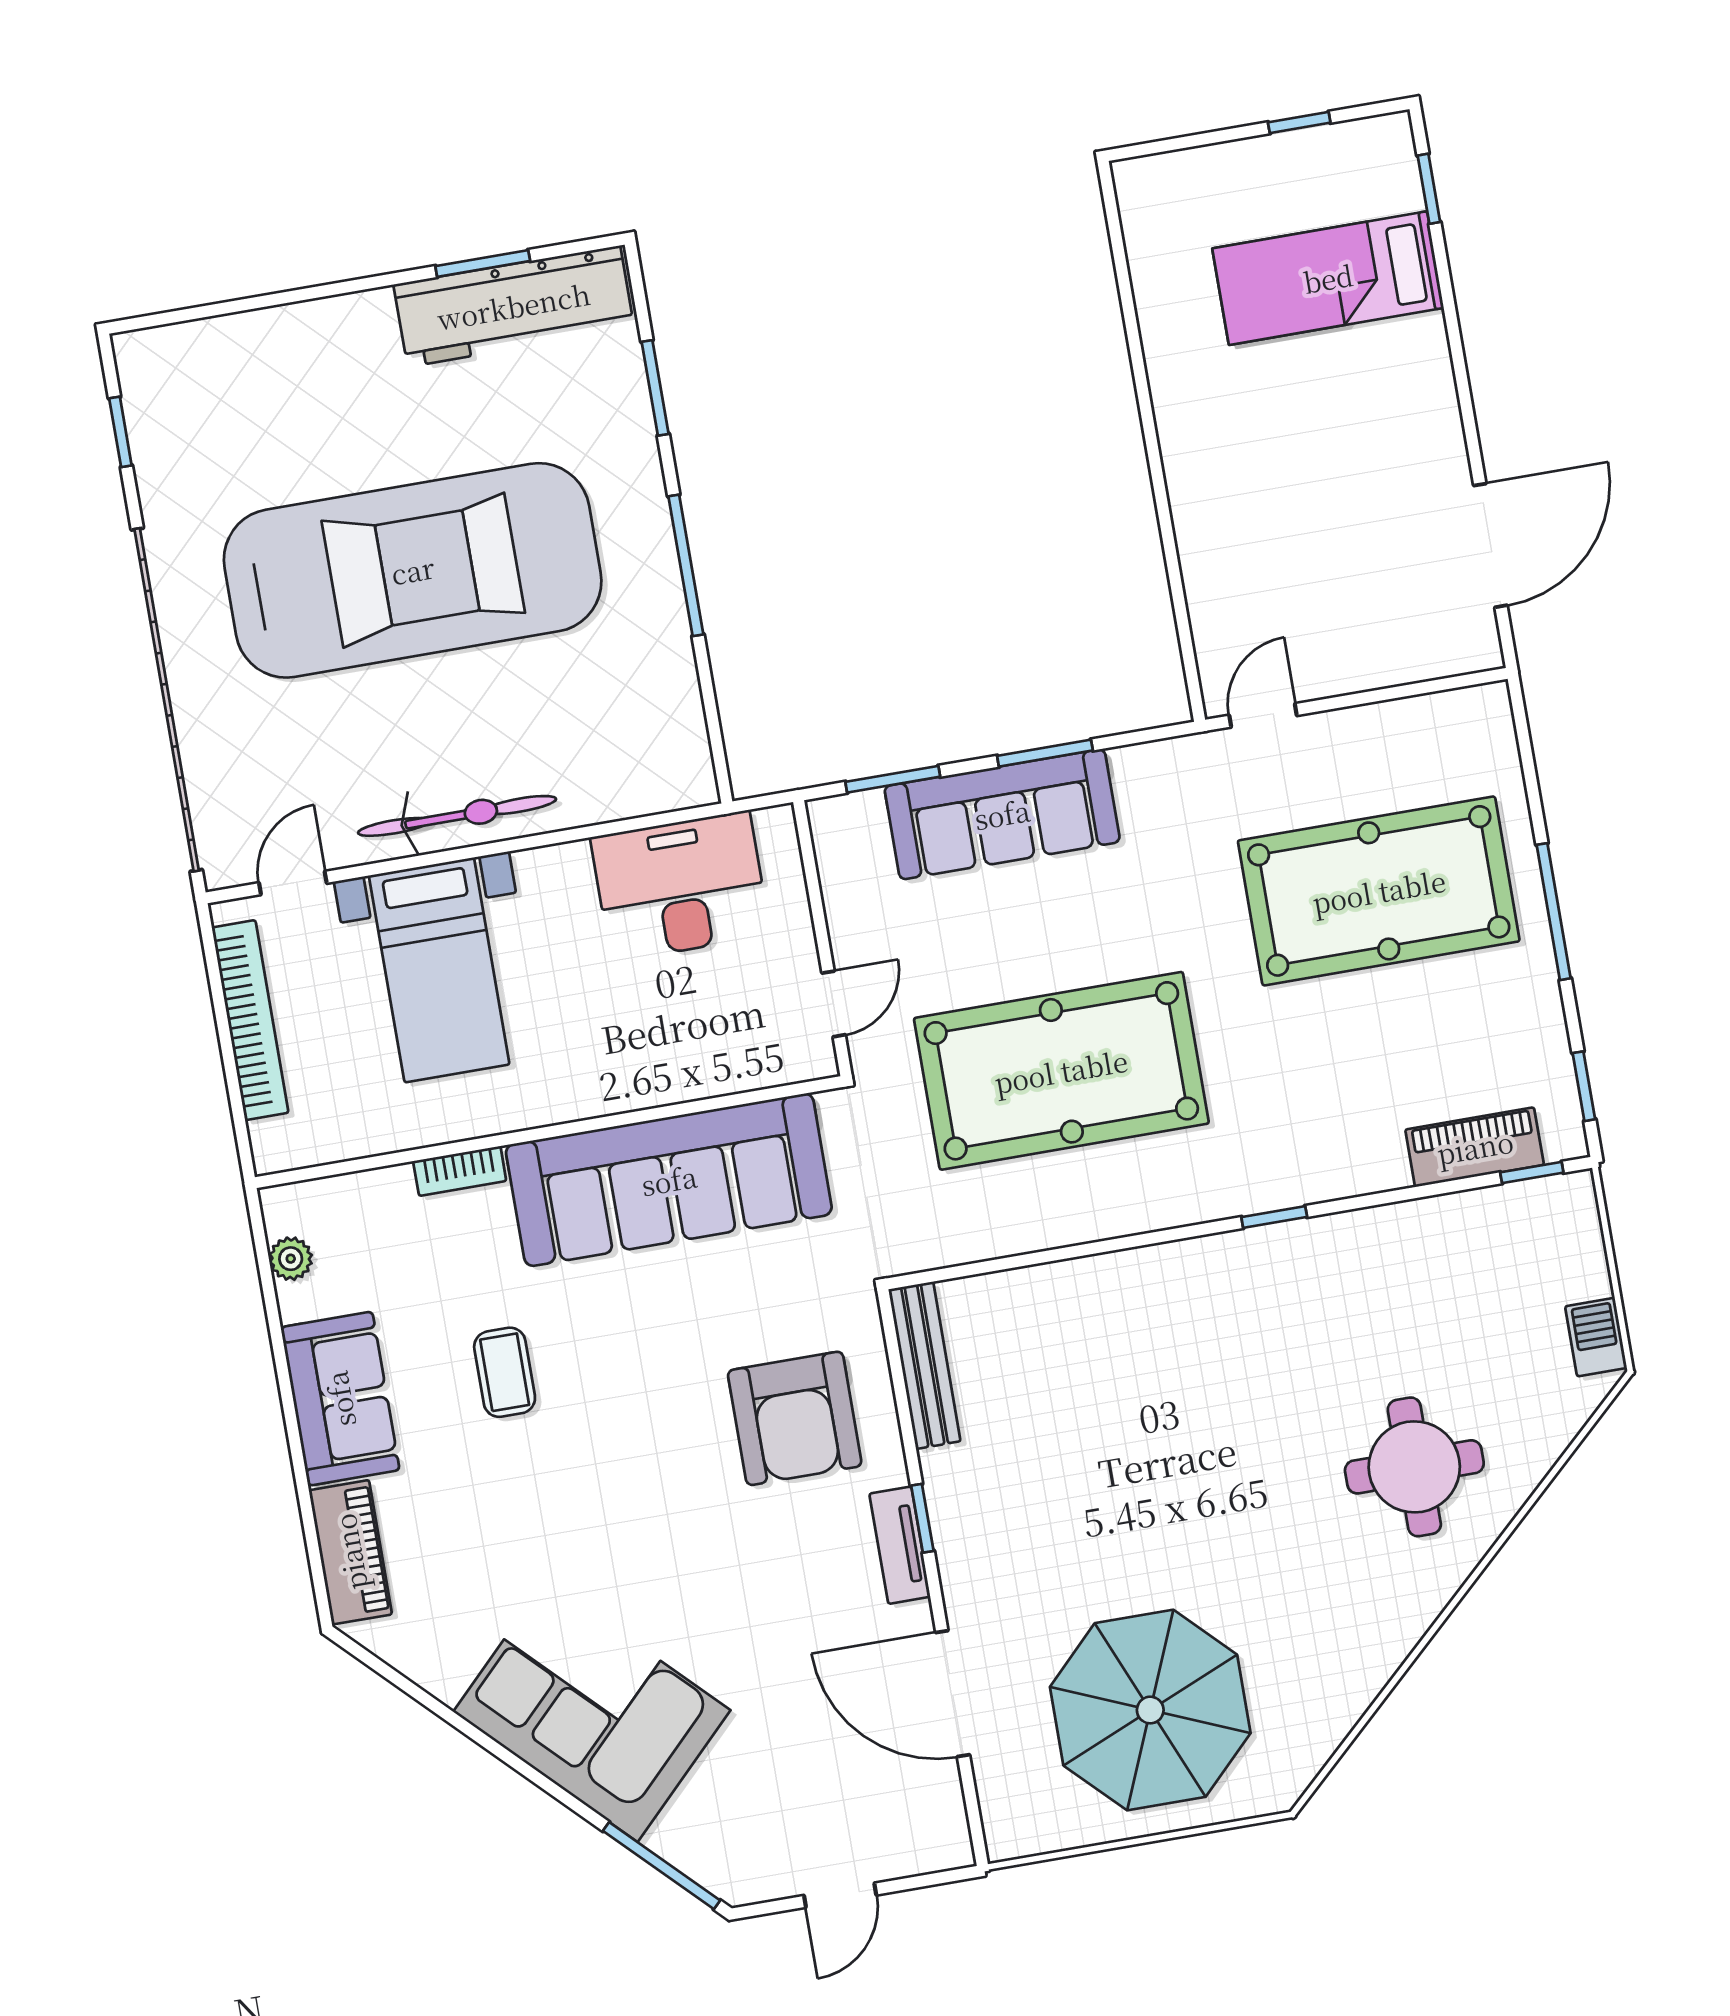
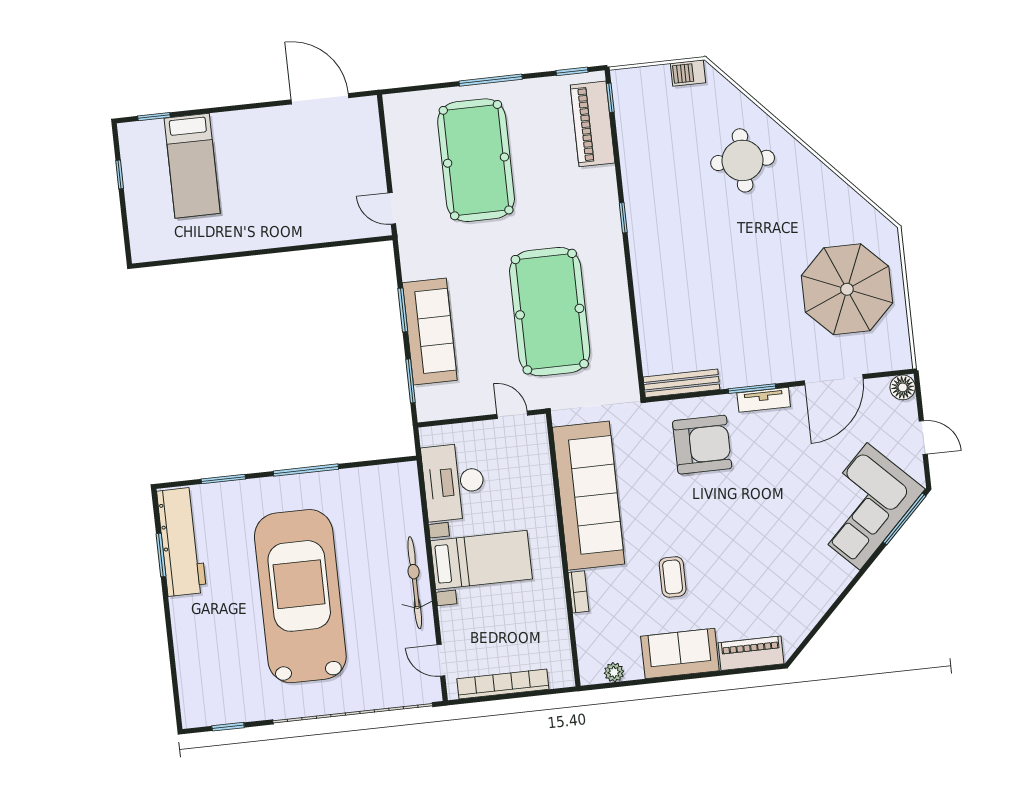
bed with nightstands: (439, 970) -> (481, 560), moved
piano: (1475, 1147) -> (593, 124), width x1.37, depth x1.33
coffee table: (505, 1372) -> (673, 577), turned 90
window: (922, 1518) -> (752, 389), width x1.50
corner sofa: (592, 1711) -> (864, 506), moved
floor lamp: (946, 1844) -> (903, 387), added

